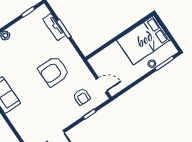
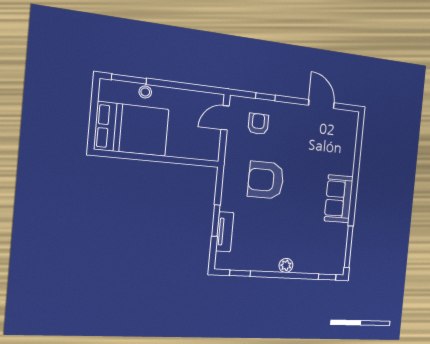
armchair: (54, 71) -> (266, 180), turned 180
door: (102, 85) -> (225, 118), hinge flipped

